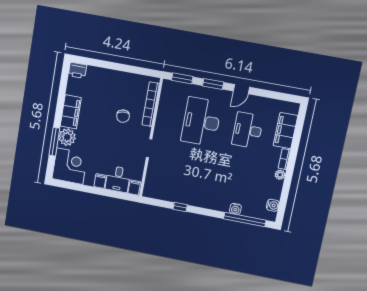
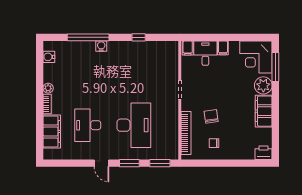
chair: (125, 89) -> (214, 143), added
door: (241, 89) -> (101, 163), swing flipped
desk: (248, 130) -> (88, 125), turned 180
window: (54, 142) -> (275, 67), moved
water cooler: (235, 209) -> (101, 46), moved
window: (245, 220) -> (88, 37), moved

